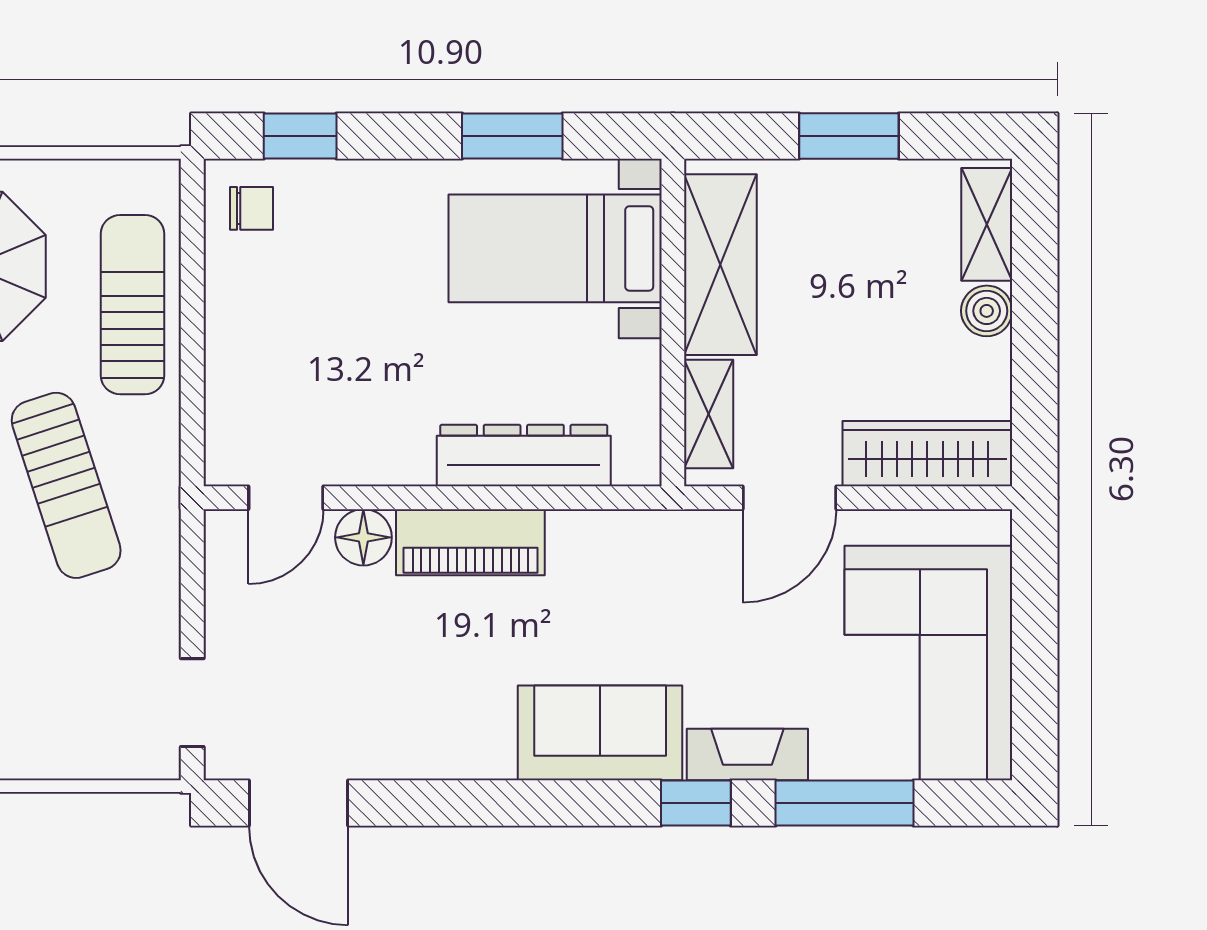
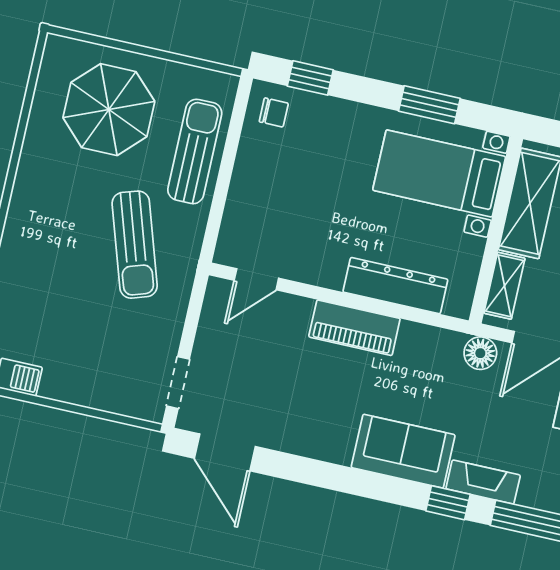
floor lamp: (363, 537) -> (480, 353), moved

